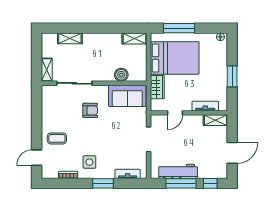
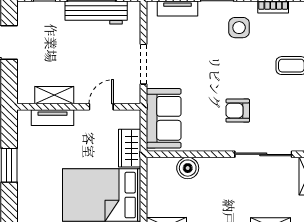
sofa: (127, 96) -> (164, 118), moved, turned 90
shelving: (215, 120) -> (54, 95), moved

